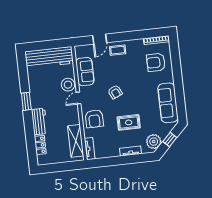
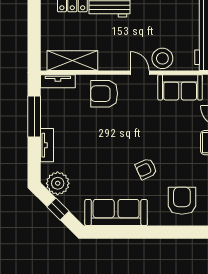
armchair: (115, 92) -> (146, 169), moved
rug: (129, 122) -> (92, 147), removed
window: (113, 161) -> (34, 116), added

